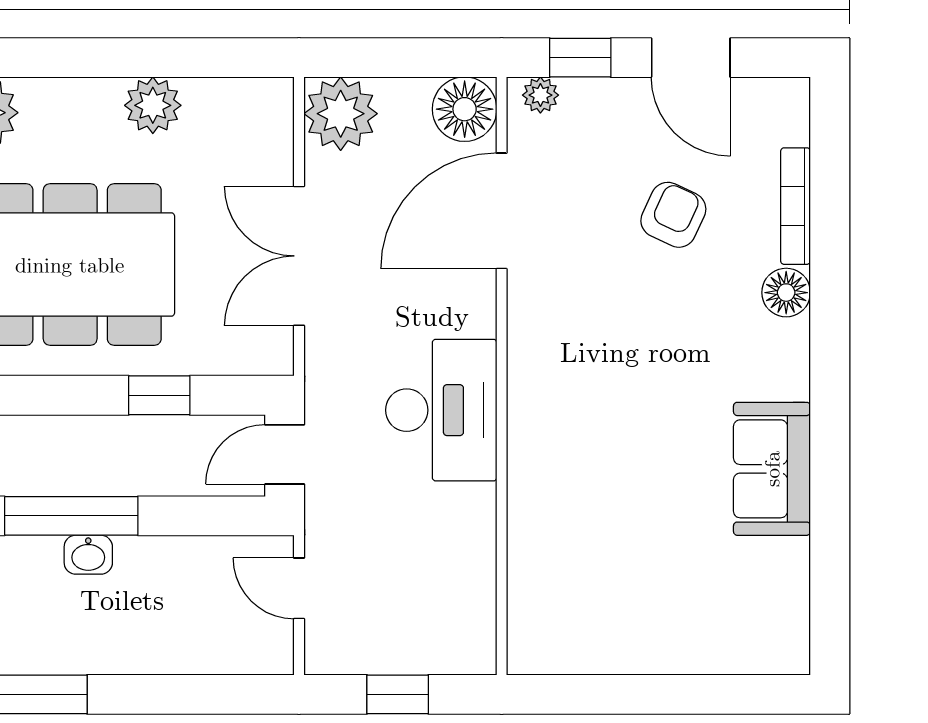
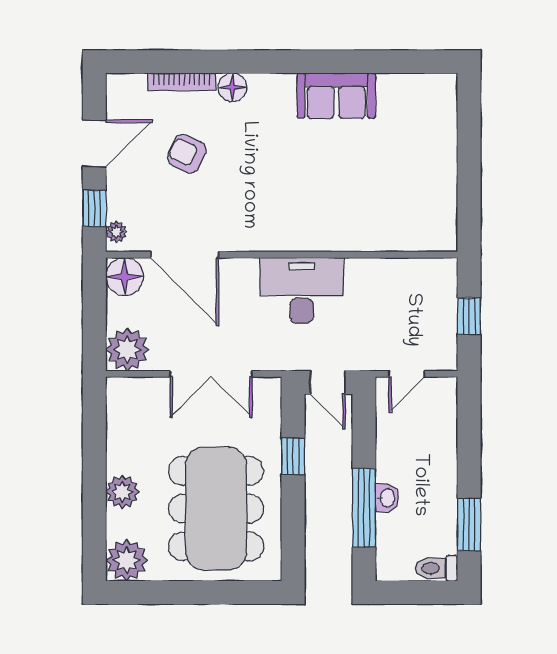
plant: (153, 105) -> (122, 492), moved

